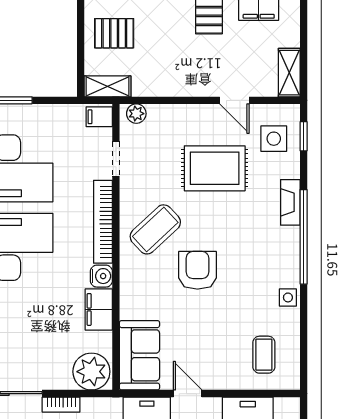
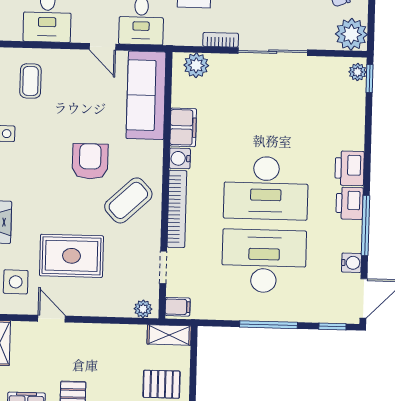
armchair: (197, 270) -> (90, 161), turned 180
sofa: (139, 355) -> (146, 95), width x1.36
plant: (91, 372) -> (196, 65), width x0.73, depth x0.73

